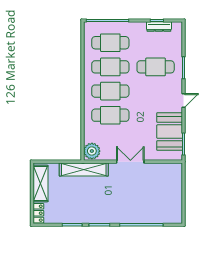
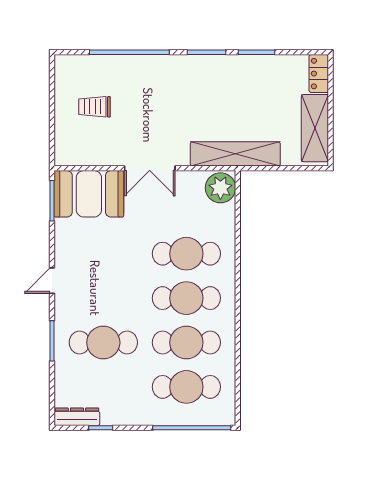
dresser: (159, 26) -> (77, 417), moved
booth: (170, 132) -> (89, 194), moved, turned 90
trolley: (160, 195) -> (95, 107), added

